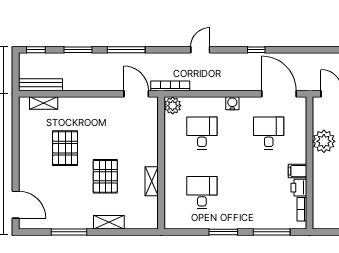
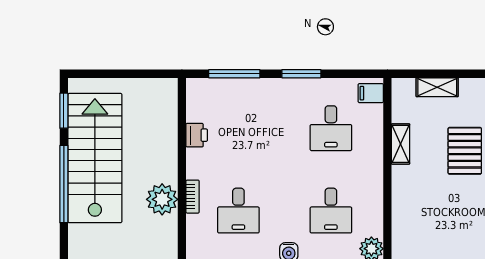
filing cabinet: (297, 171) -> (371, 93), moved, turned 180
bookcase: (302, 209) -> (193, 197), moved
shelving: (109, 222) -> (437, 87), moved

